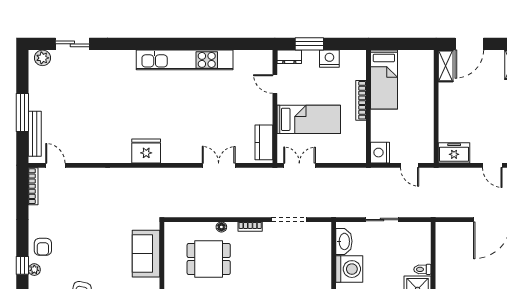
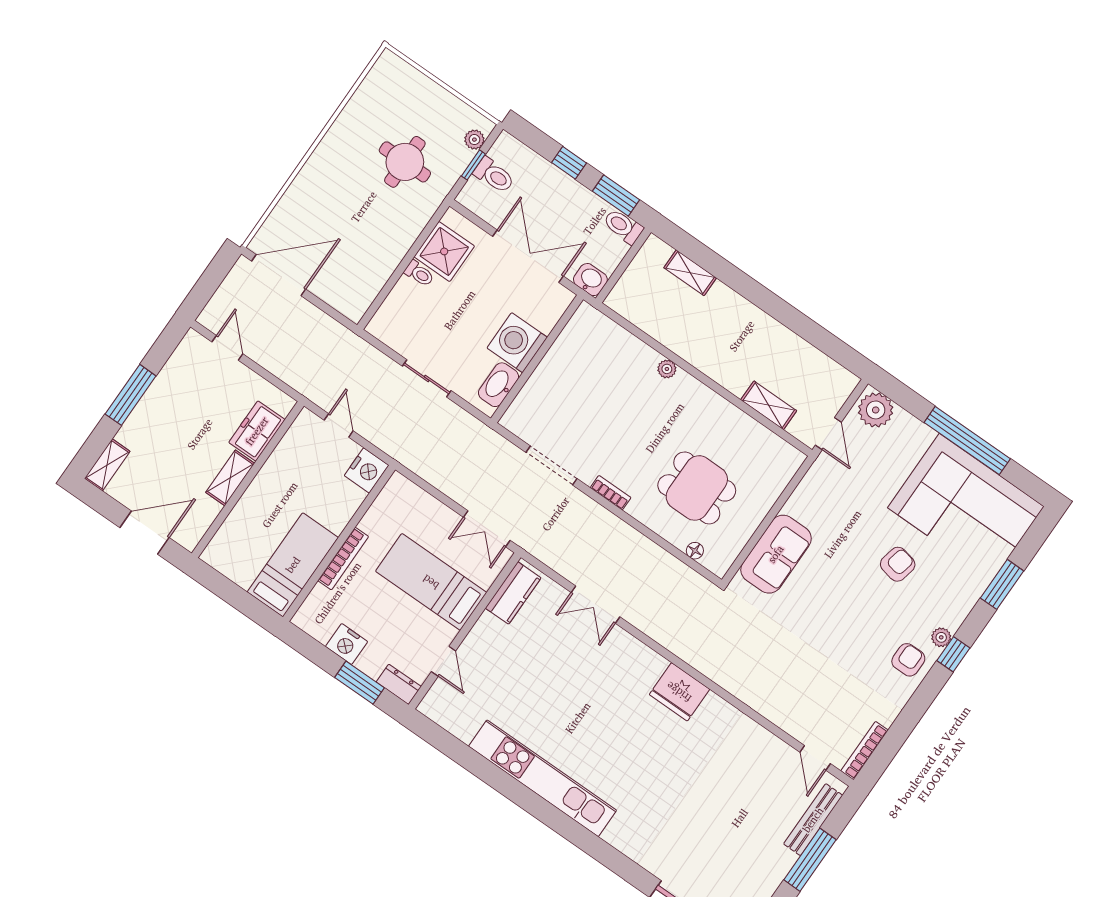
shelving: (446, 66) -> (230, 478), moved
freezer: (454, 153) -> (257, 431), moved, turned 90
floor lamp: (221, 227) -> (695, 551), moved

